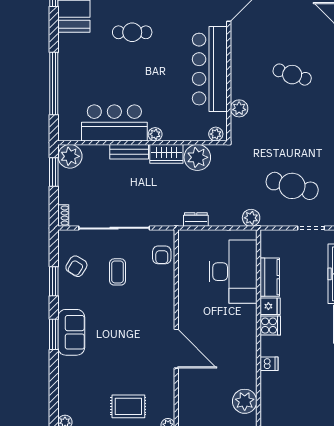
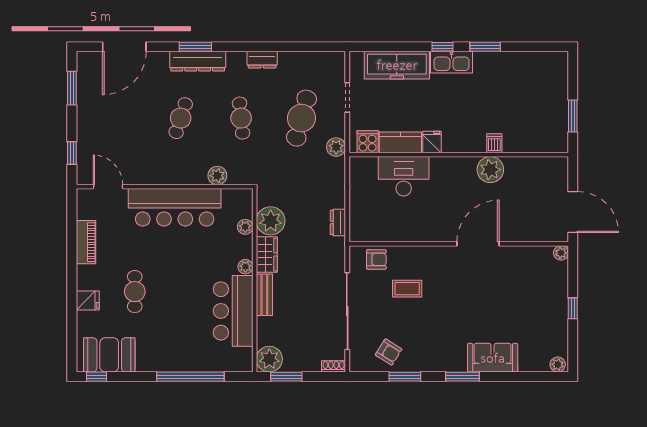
cafe table: (292, 130) -> (241, 118), added
plant: (216, 134) -> (245, 227), moved
plant: (251, 218) -> (336, 147), moved
coffee table: (118, 272) -> (407, 289), moved
desk: (233, 272) -> (404, 176), width x0.73, depth x0.77
cooker: (270, 326) -> (368, 142), moved
sofa: (71, 332) -> (493, 358), moved
plant: (245, 401) -> (490, 170), moved
rug: (128, 406) -> (541, 296), removed

